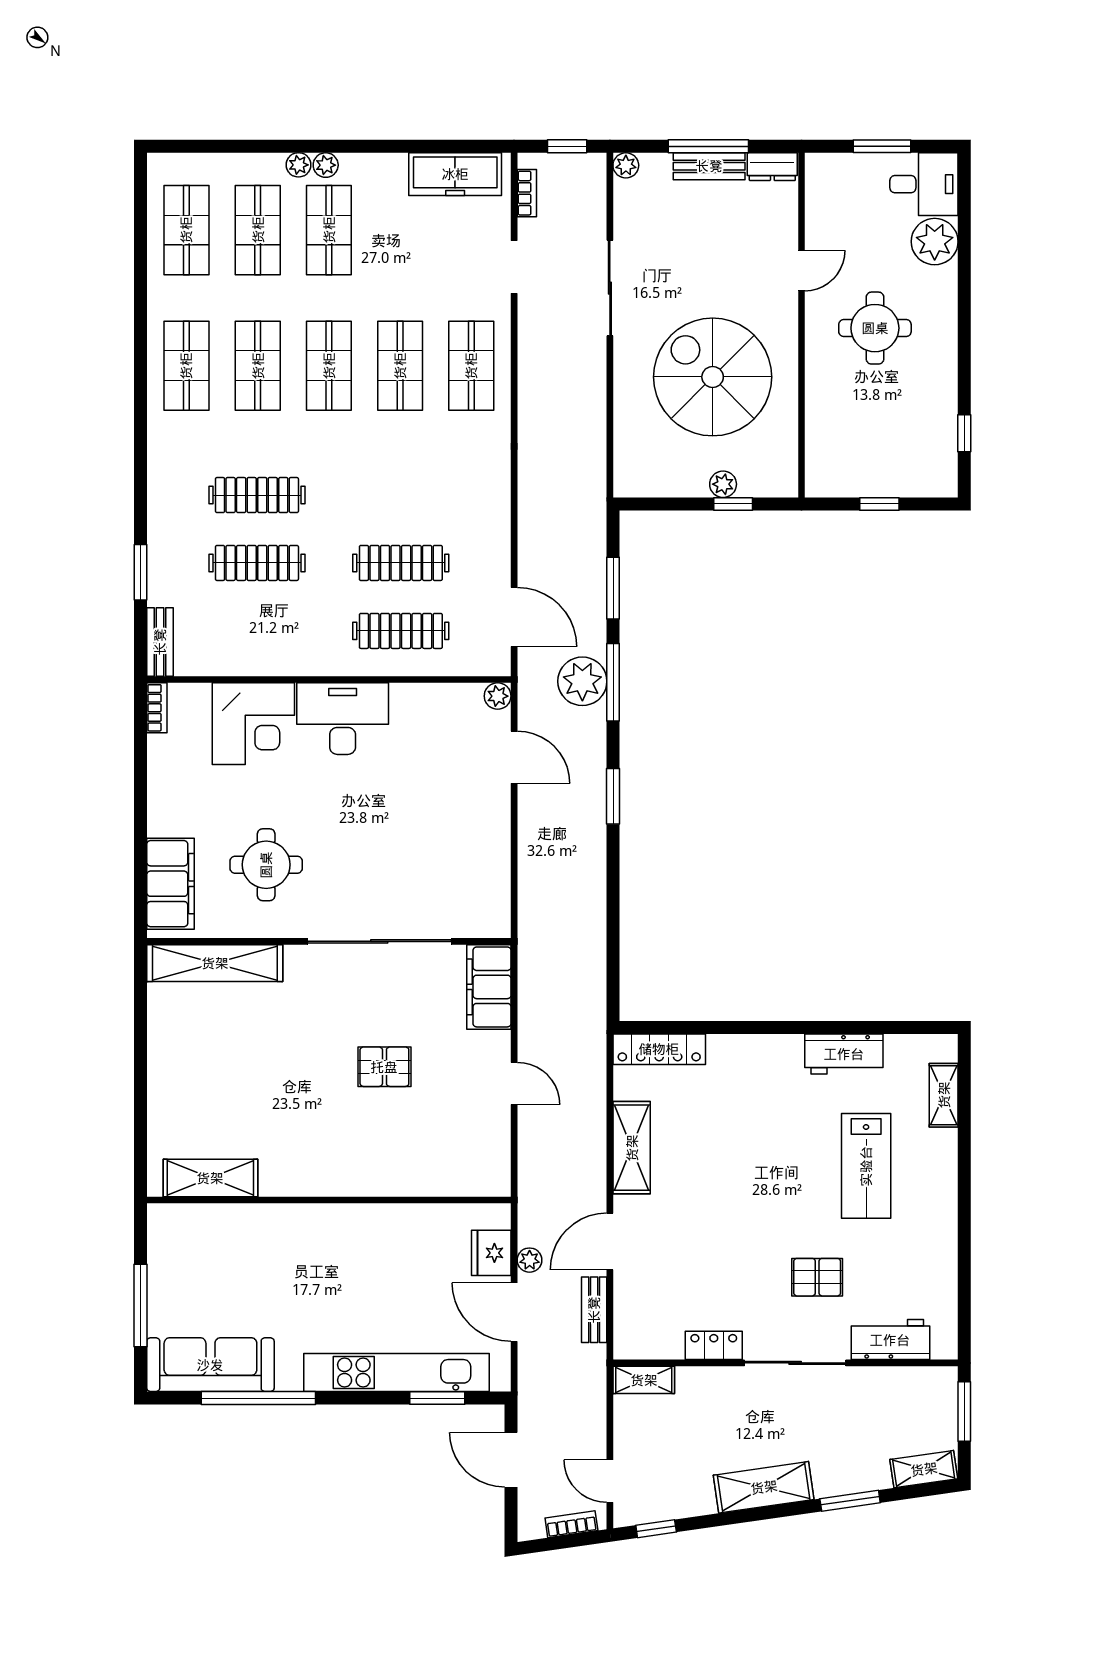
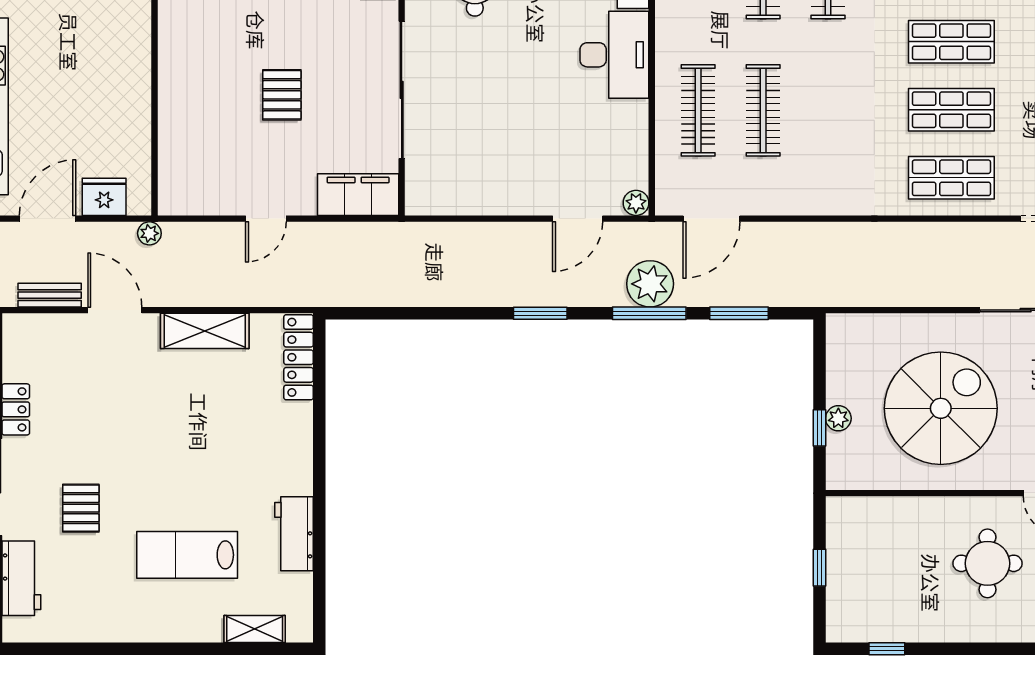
plant: (530, 1260) -> (149, 233), moved

